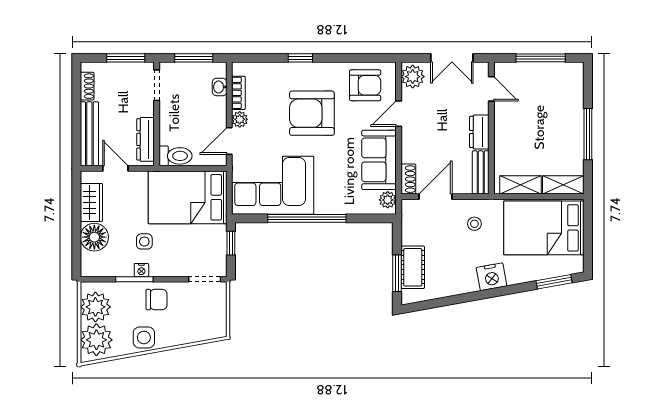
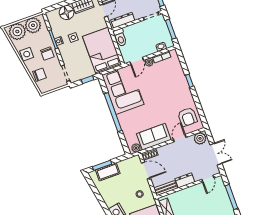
double door: (452, 58) -> (216, 154), swing flipped
armchair: (312, 113) -> (165, 96), removed
door: (399, 114) -> (180, 138), hinge flipped
door: (229, 141) -> (137, 61), swing flipped
chair: (190, 328) -> (40, 75), added

